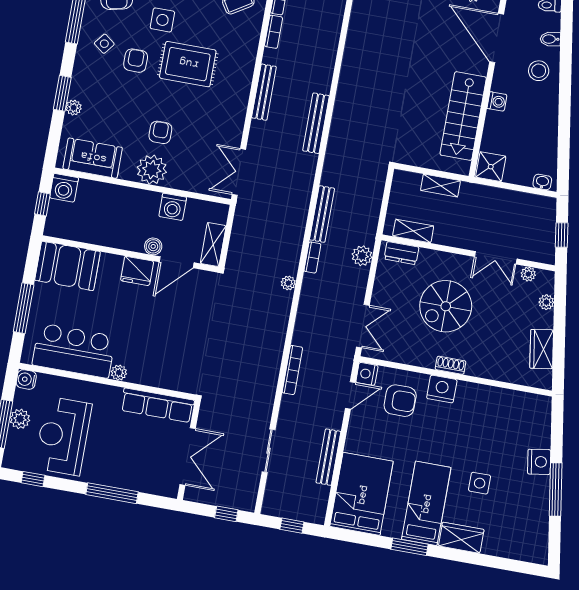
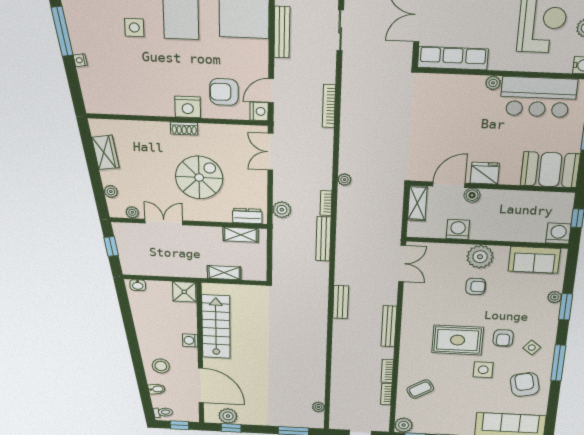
bench: (316, 123) -> (341, 302), width x0.73
armchair: (160, 132) -> (476, 286), turned -90
nightstand: (539, 462) -> (80, 60), width x0.53, depth x0.56

